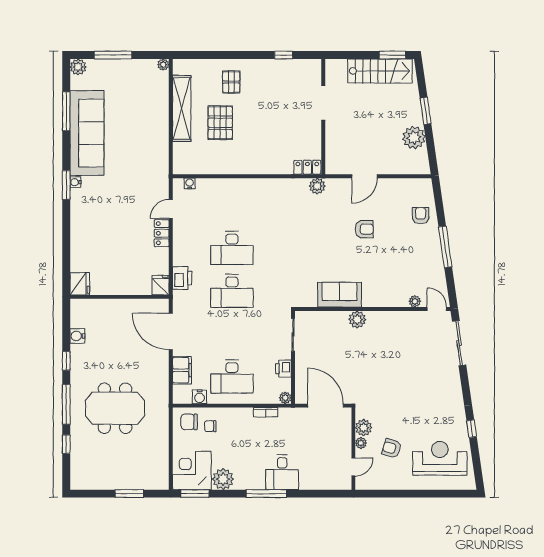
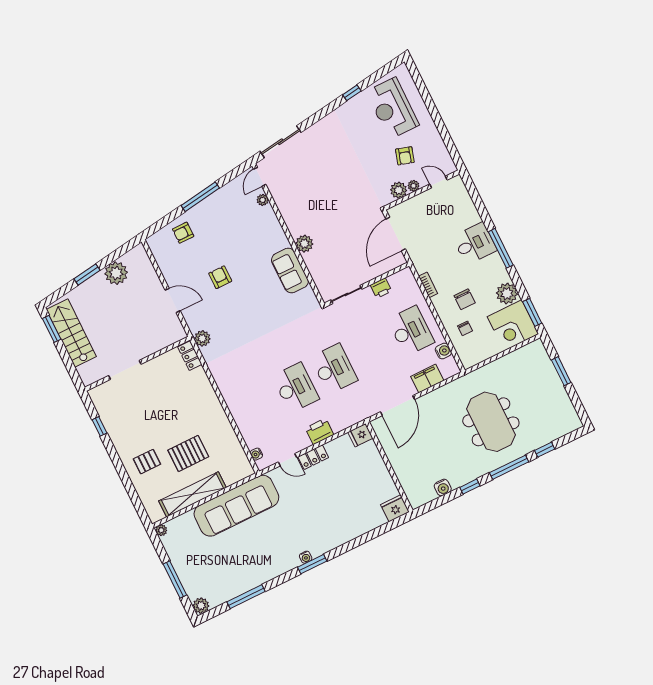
sofa: (87, 133) -> (236, 506), moved, turned 180
printer: (182, 278) -> (319, 431), moved
plant: (285, 398) -> (406, 274), removed
chair: (189, 422) -> (465, 299), moved

